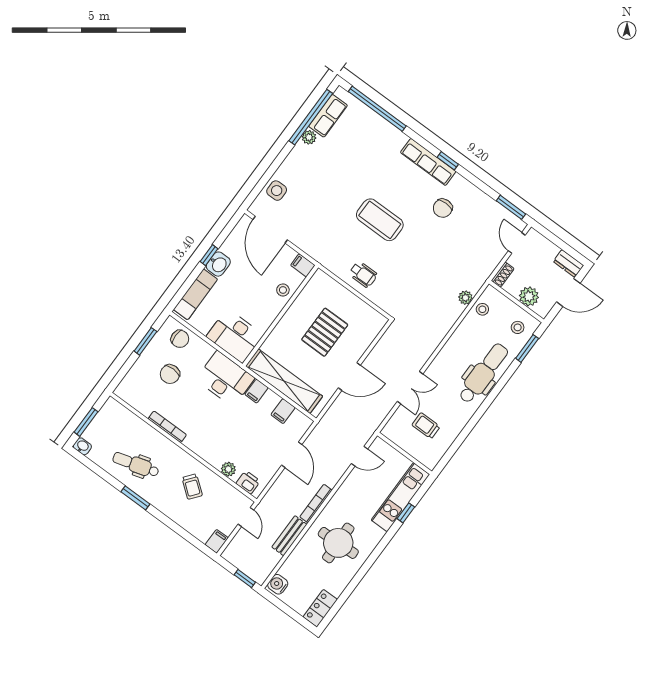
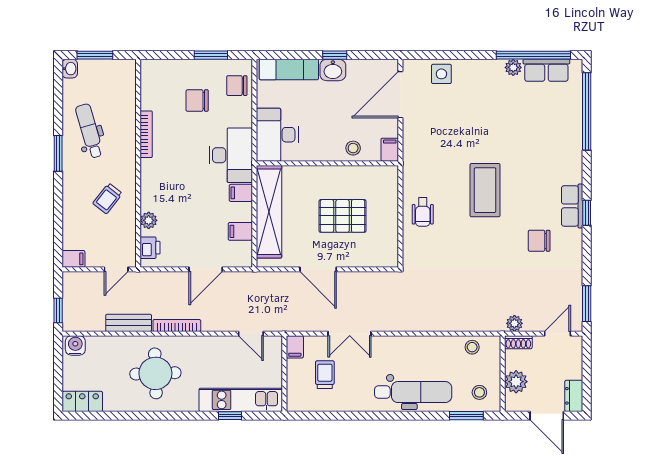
row of seats: (428, 162) -> (572, 206), width x0.68
plant: (465, 298) -> (514, 323), moved
chair: (180, 339) -> (237, 86), turned 90
filing cabinet: (391, 432) -> (295, 347), added

